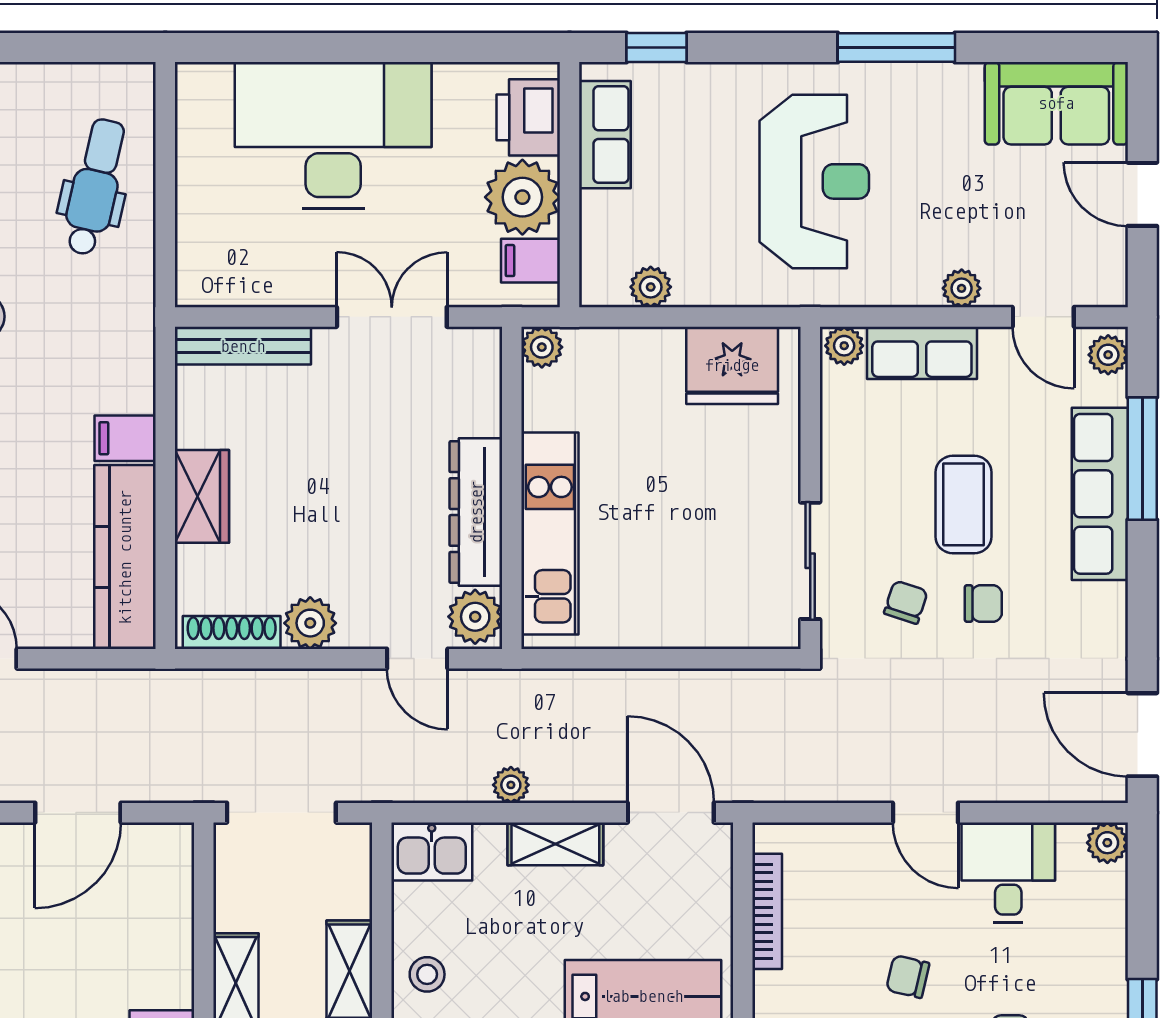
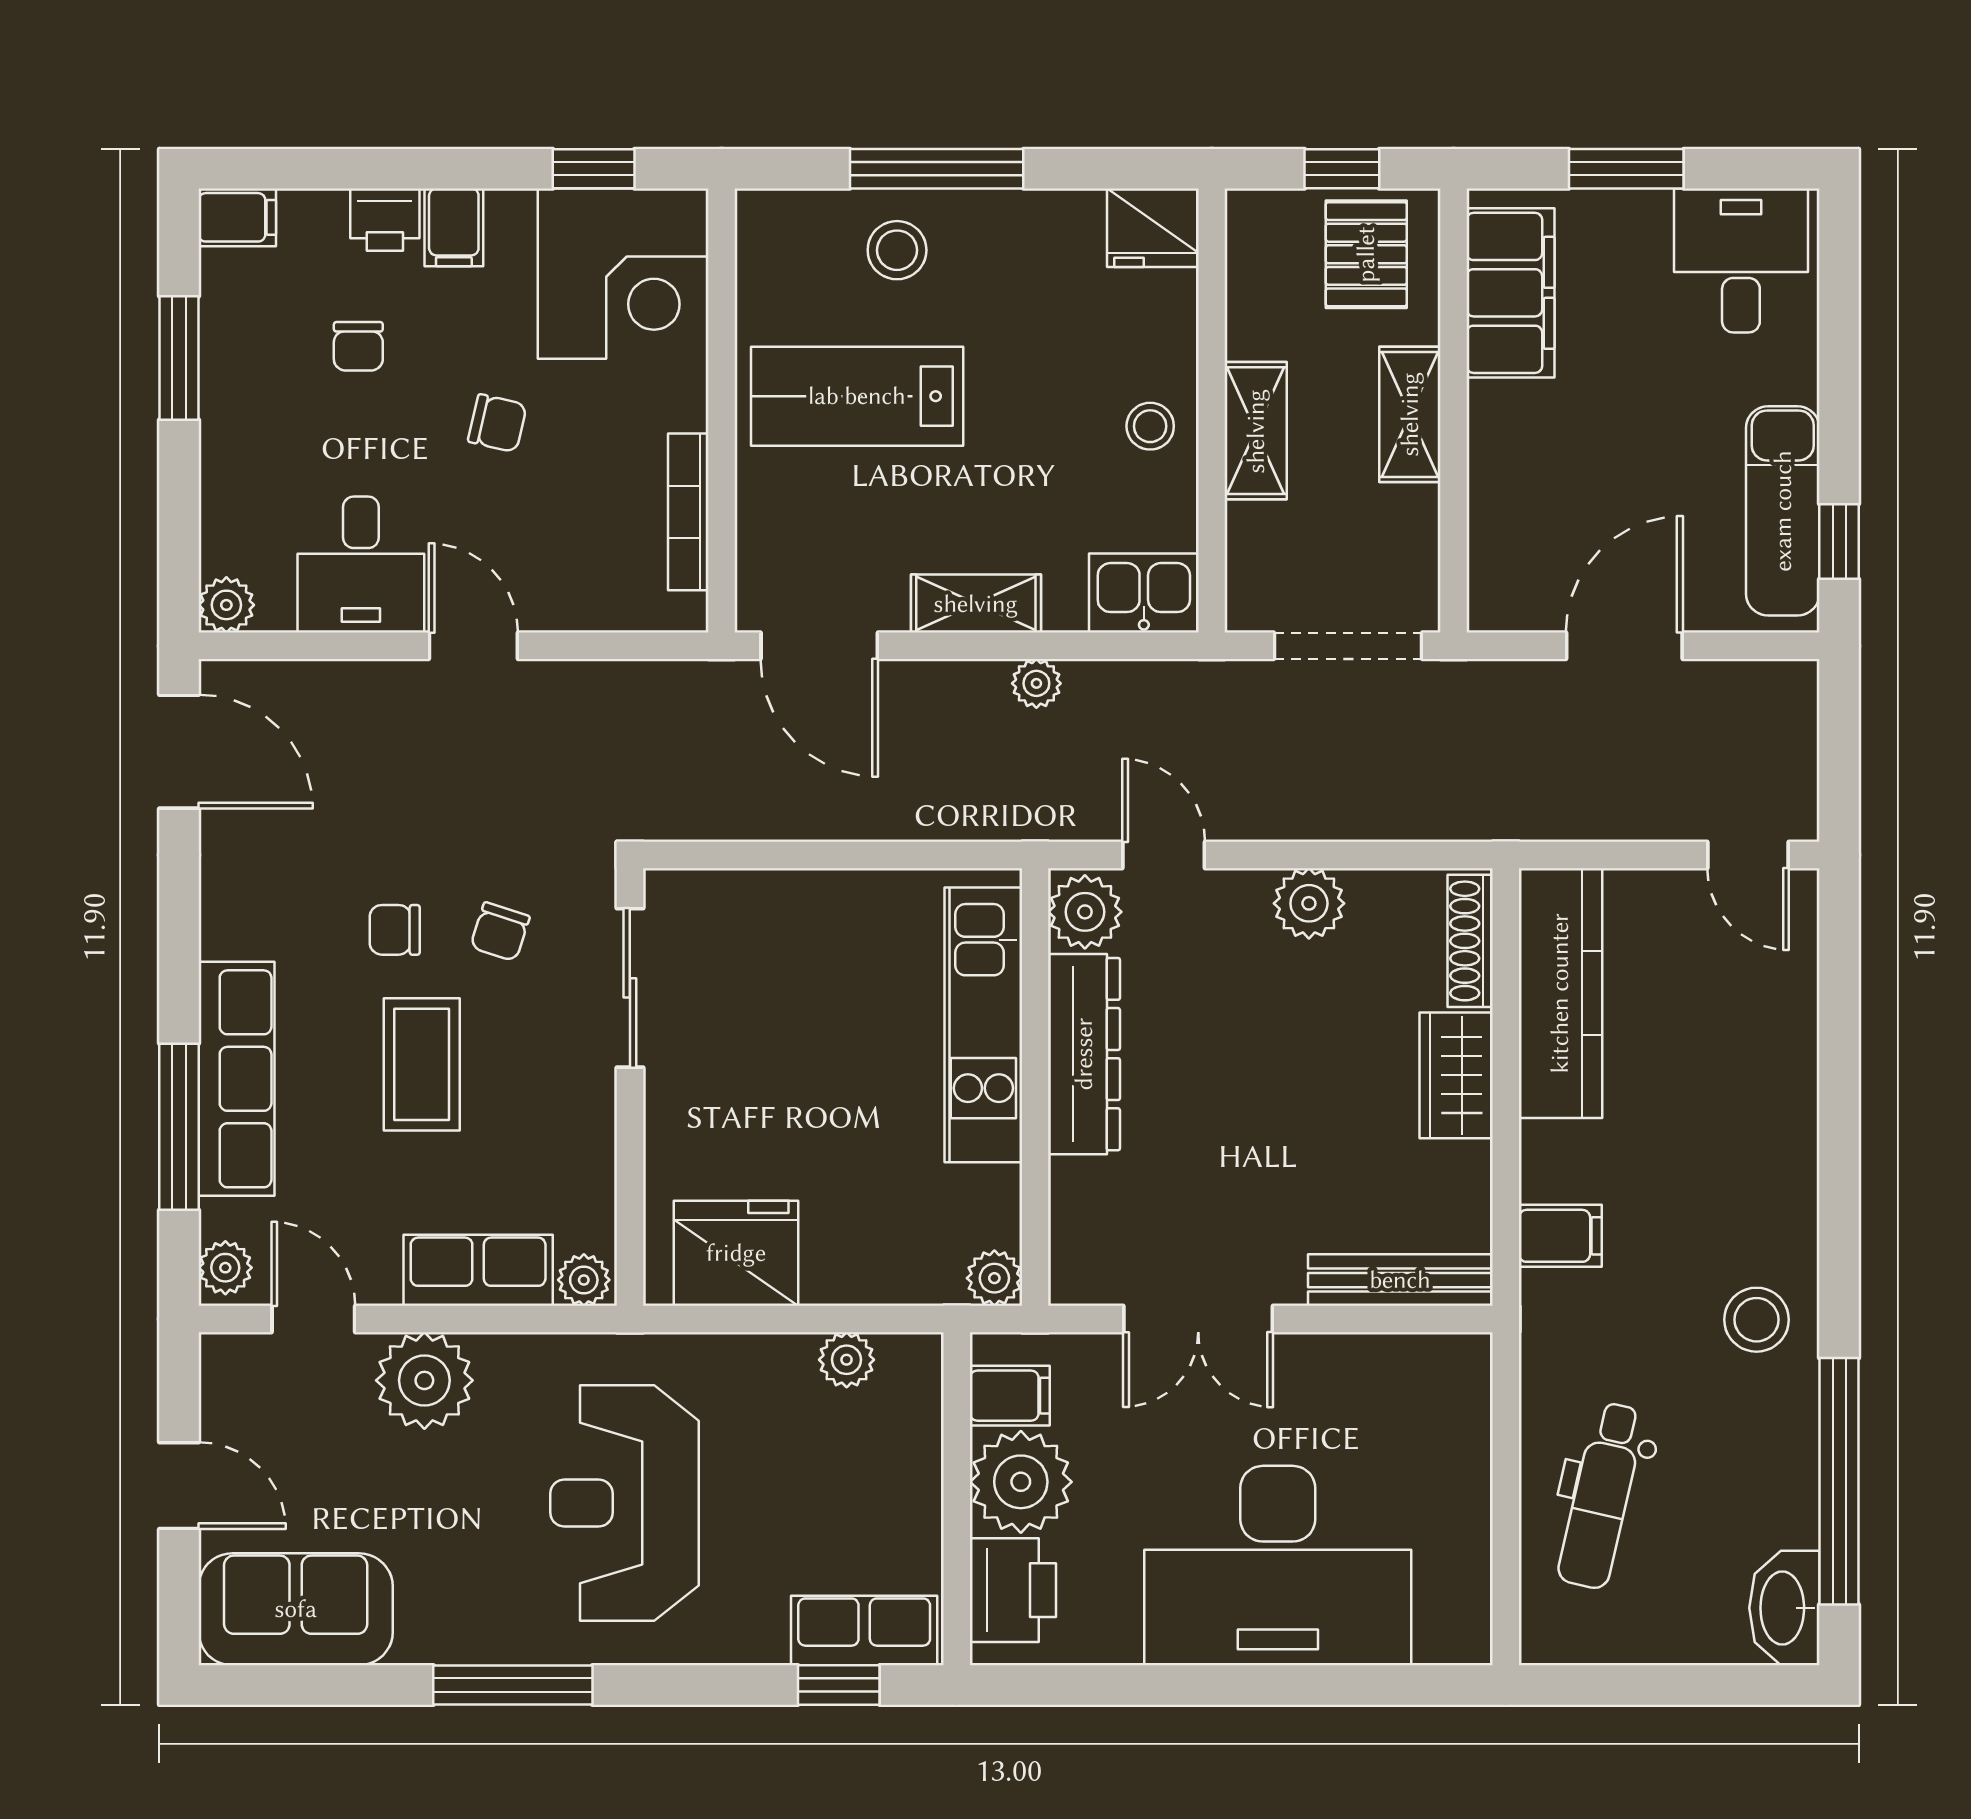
row of seats: (605, 135) -> (864, 1630), moved, turned 90
plant: (962, 288) -> (424, 1380), width x1.88, depth x1.88
filing cabinet: (125, 438) -> (1560, 1236), moved
shoe rack: (232, 632) -> (1470, 941), moved, turned 90

